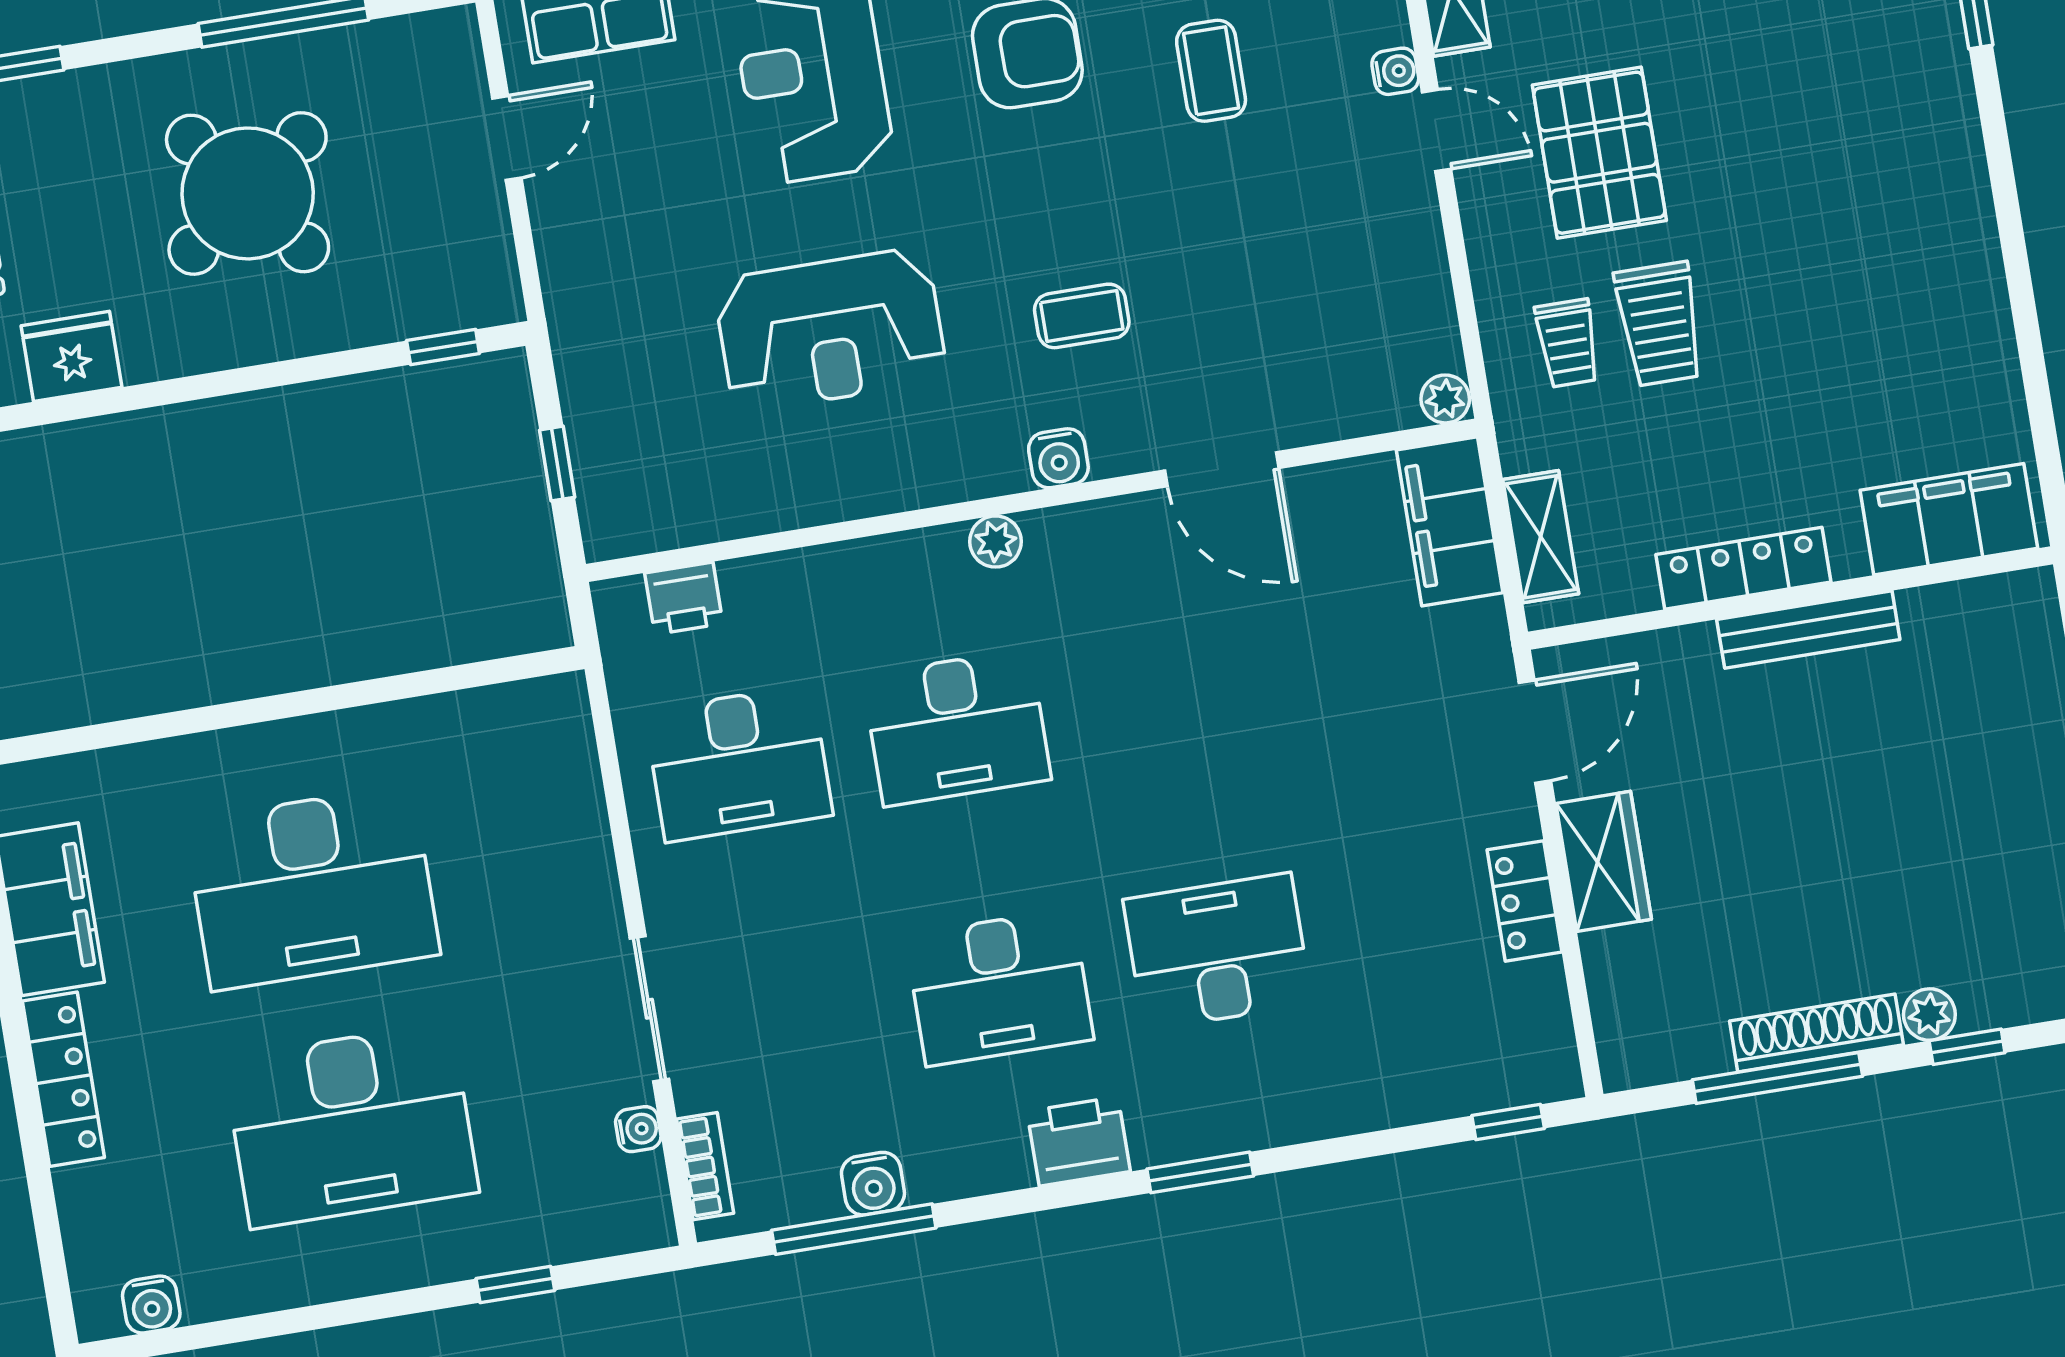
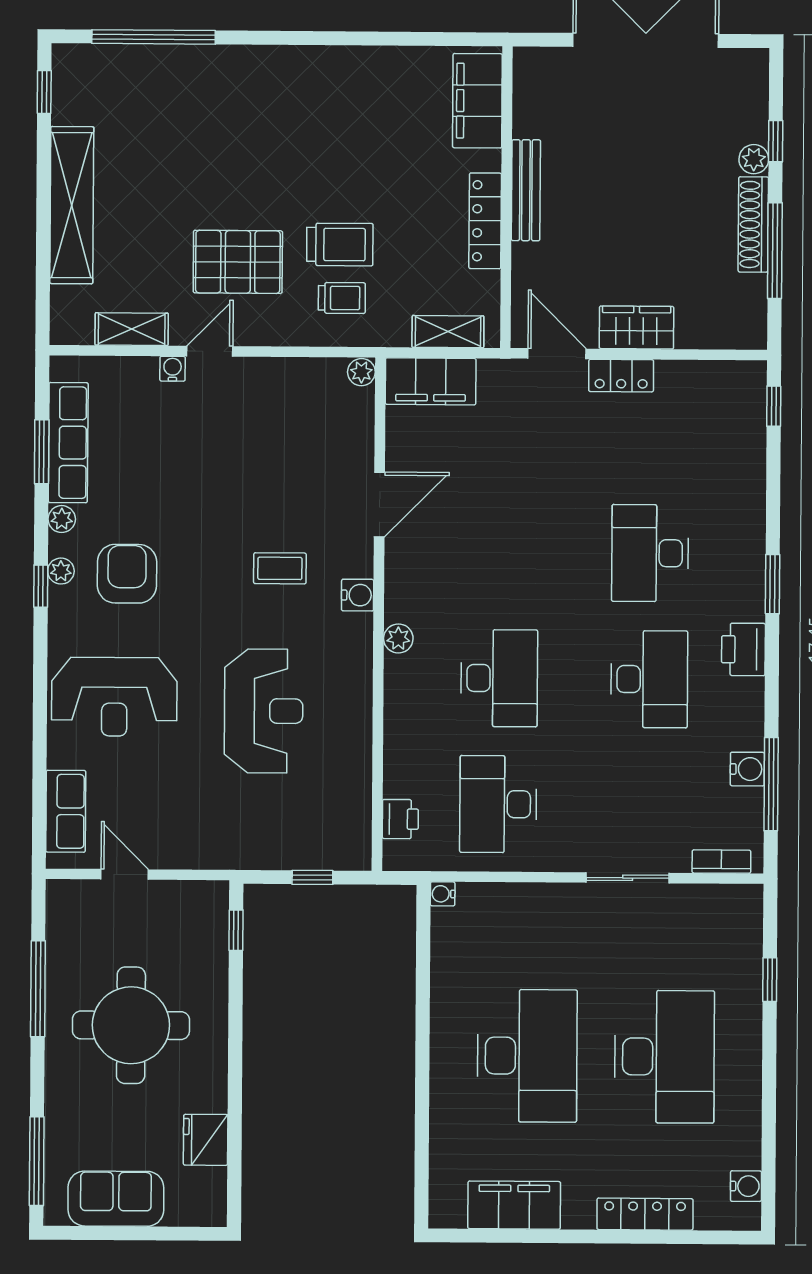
coffee table: (1211, 71) -> (155, 472), removed
round table: (248, 193) -> (131, 1025), turned 37
coffee table: (1082, 316) -> (280, 568), turned 90
desk: (739, 763) -> (498, 804), turned 180
locker: (1524, 901) -> (621, 376), moved
locker: (63, 1079) -> (645, 1214), moved
water cooler: (638, 1129) -> (443, 894), moved, turned -90

